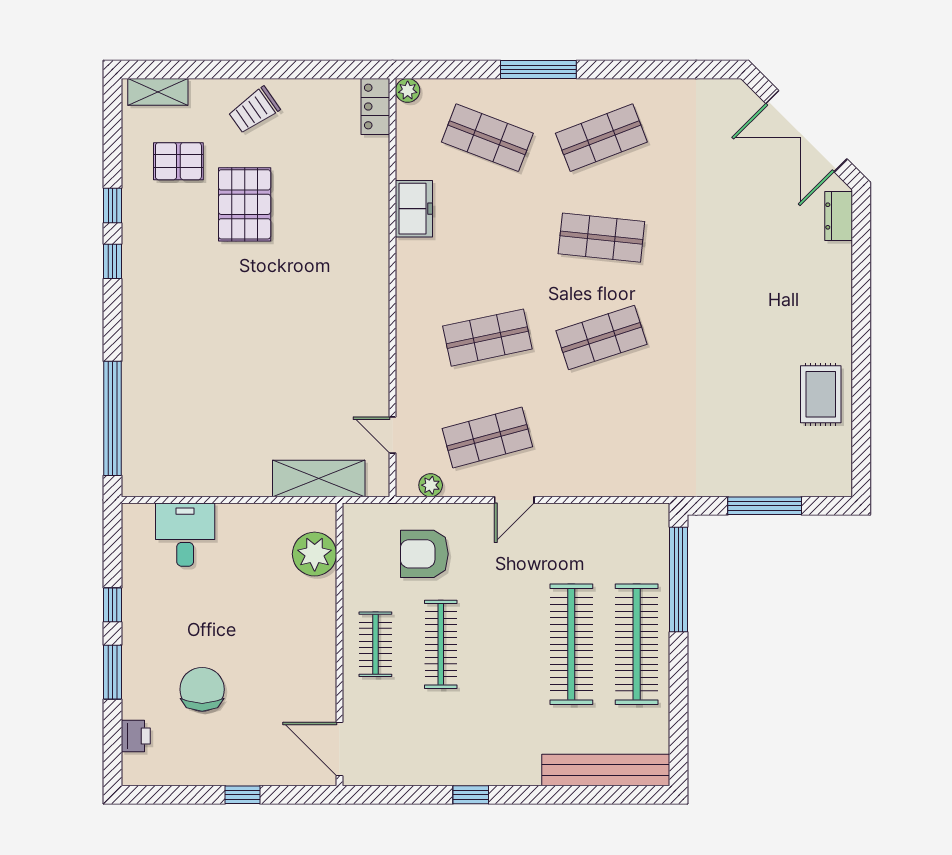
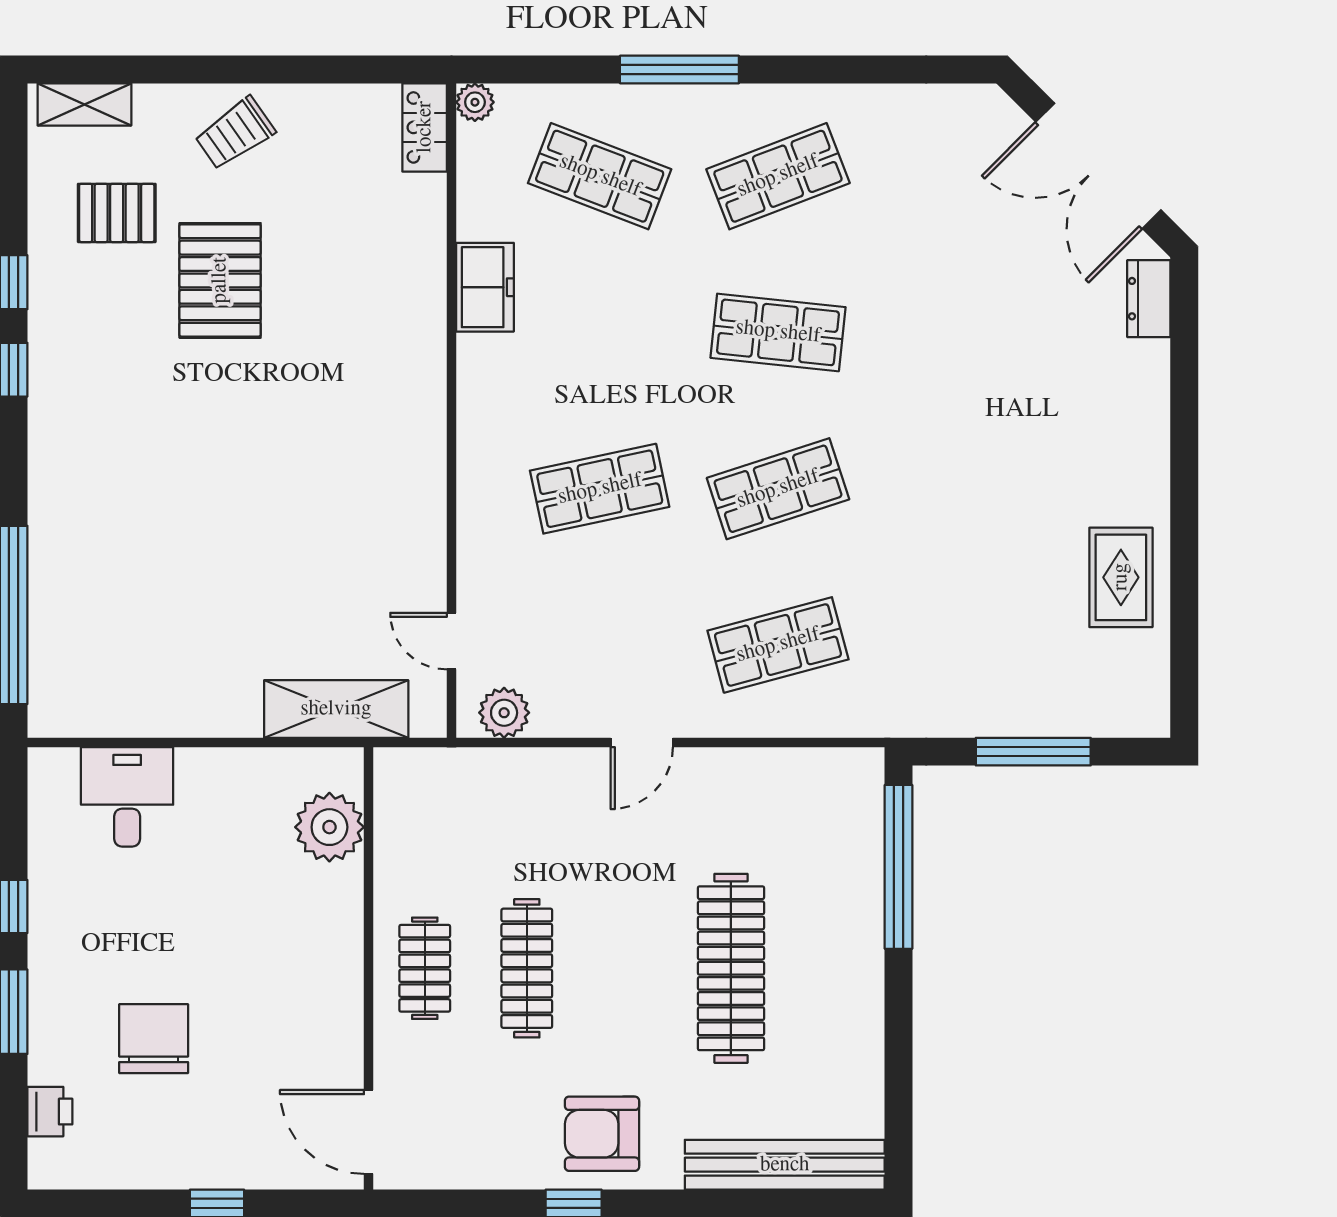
shop shelf: (487, 438) -> (778, 645), moved
plant: (431, 485) -> (504, 713), width x1.38, depth x1.38
armchair: (424, 554) -> (602, 1134), moved
clothes rail: (637, 644) -> (833, 968), removed

